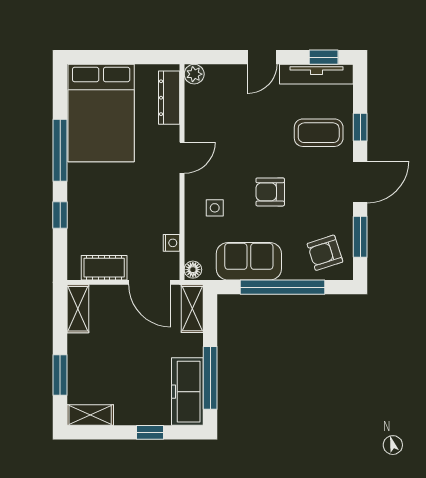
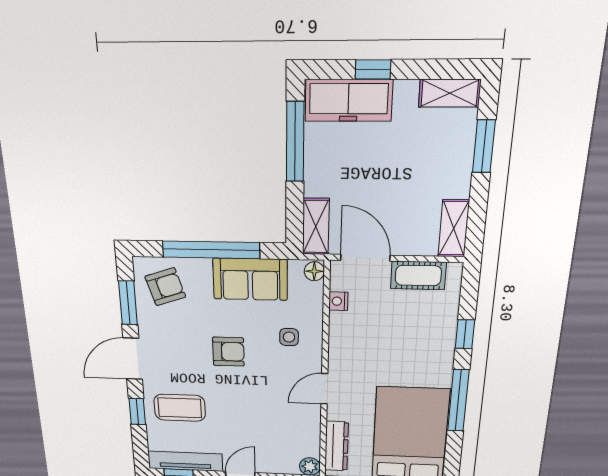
freezer: (187, 392) -> (349, 100), moved, turned 90

